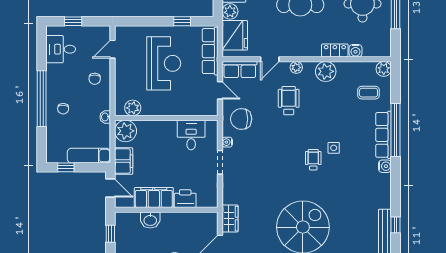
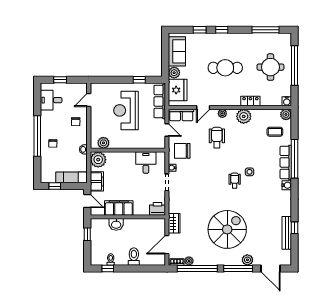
water cooler: (355, 51) -> (287, 101), moved
reception desk: (164, 63) -> (126, 110), turned 180
printer: (185, 199) -> (157, 209), moved

